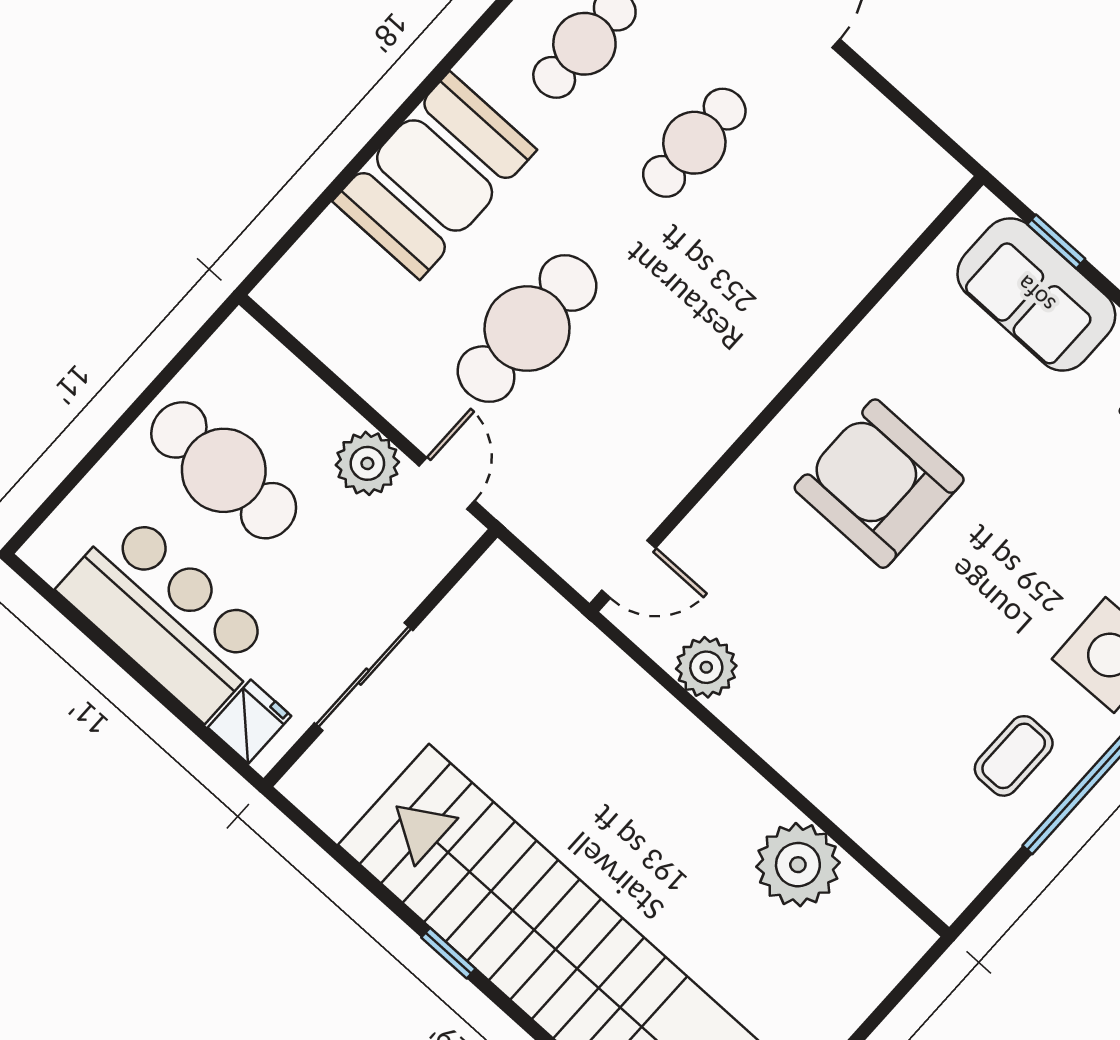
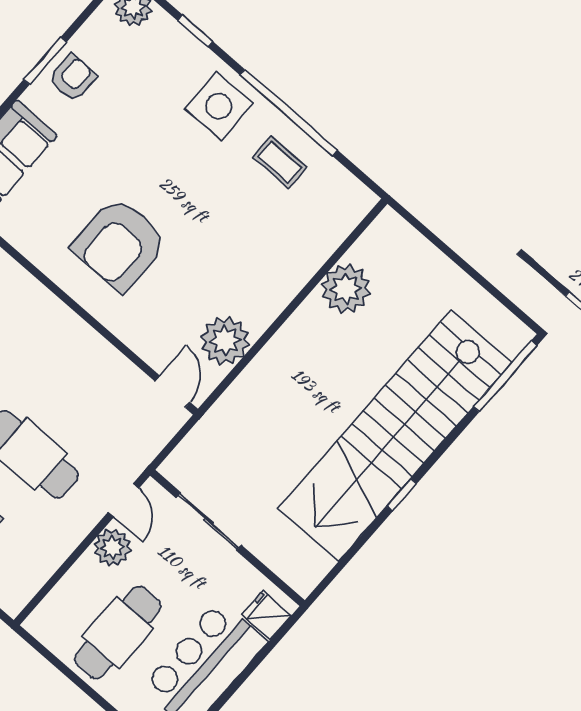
door: (447, 483) -> (123, 500), swing flipped
plant: (706, 667) -> (225, 341), width x1.36, depth x1.36
sliding door: (364, 677) -> (209, 522), moved

